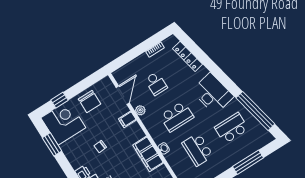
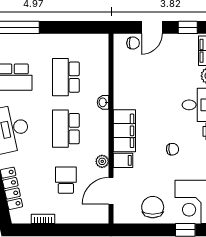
school desk: (177, 117) -> (66, 129), turned -90
school desk: (198, 150) -> (66, 77), turned 180
filing cabinet: (148, 154) -> (124, 131), moved

